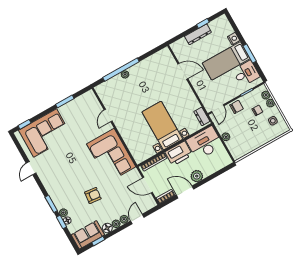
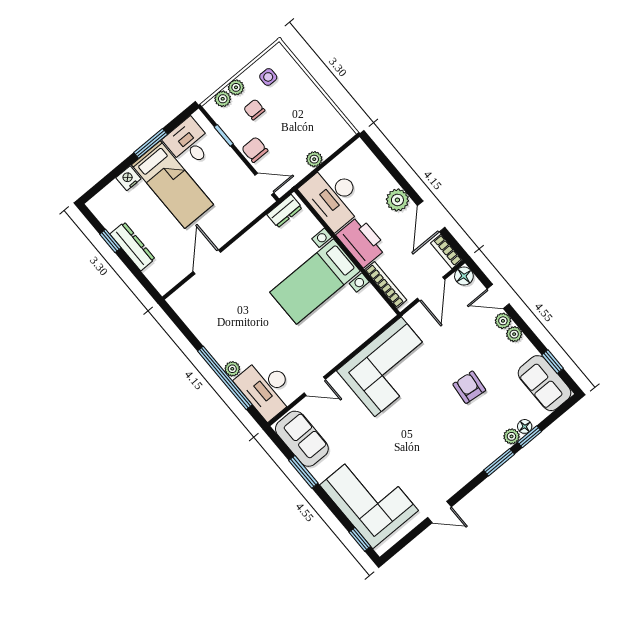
desk: (112, 90) -> (267, 388), added
sofa: (82, 104) -> (302, 439), added
floor lamp: (107, 228) -> (464, 276), moved

